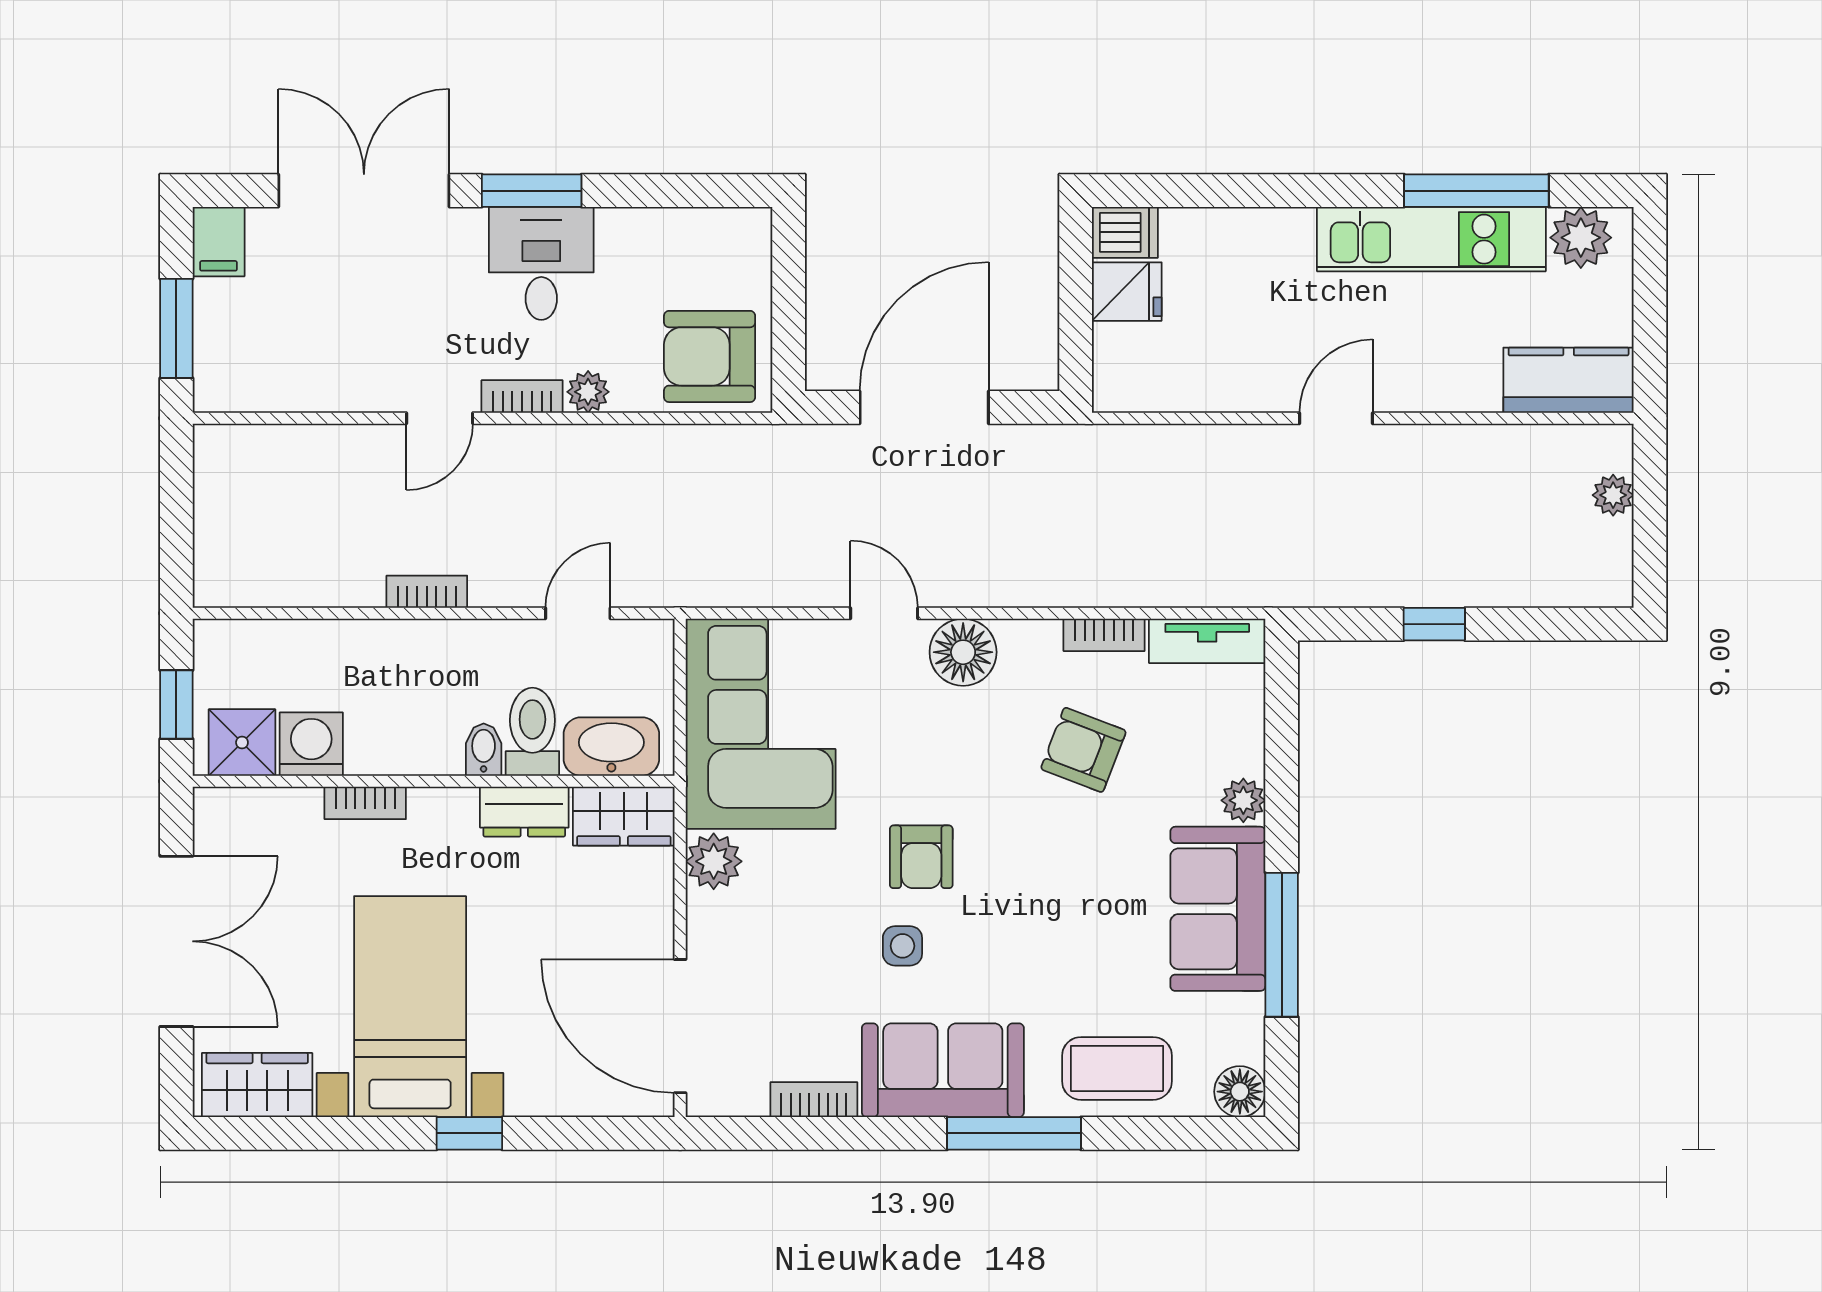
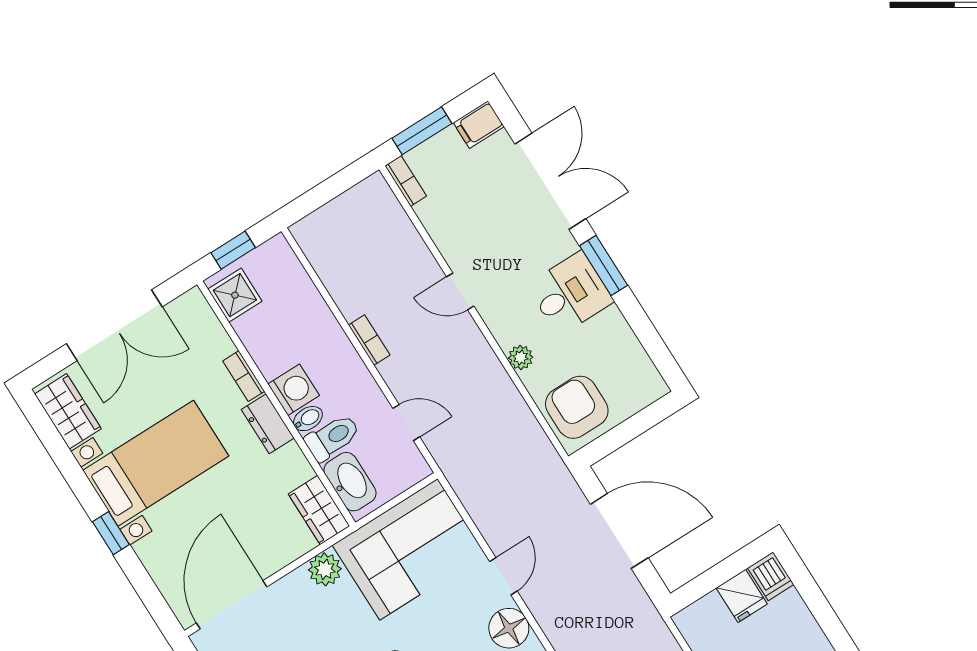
bookcase: (522, 396) -> (406, 181), moved
washing machine: (311, 744) -> (294, 390), moved
dresser: (524, 812) -> (268, 424), moved

